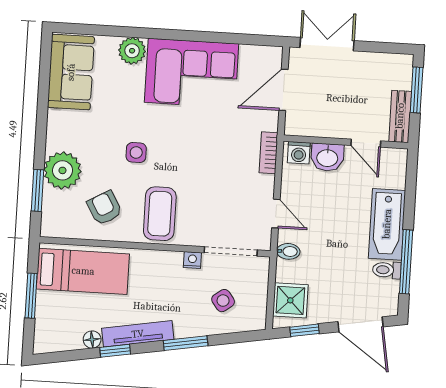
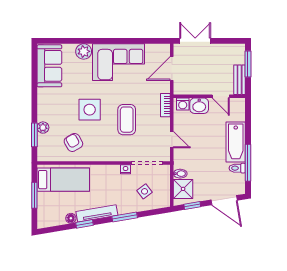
side table: (136, 153) -> (90, 110), width x1.87, depth x1.87
plant: (62, 170) -> (43, 128), width x0.53, depth x0.53
coffee table: (160, 214) -> (127, 120), moved
bidet: (288, 251) -> (180, 174), moved

